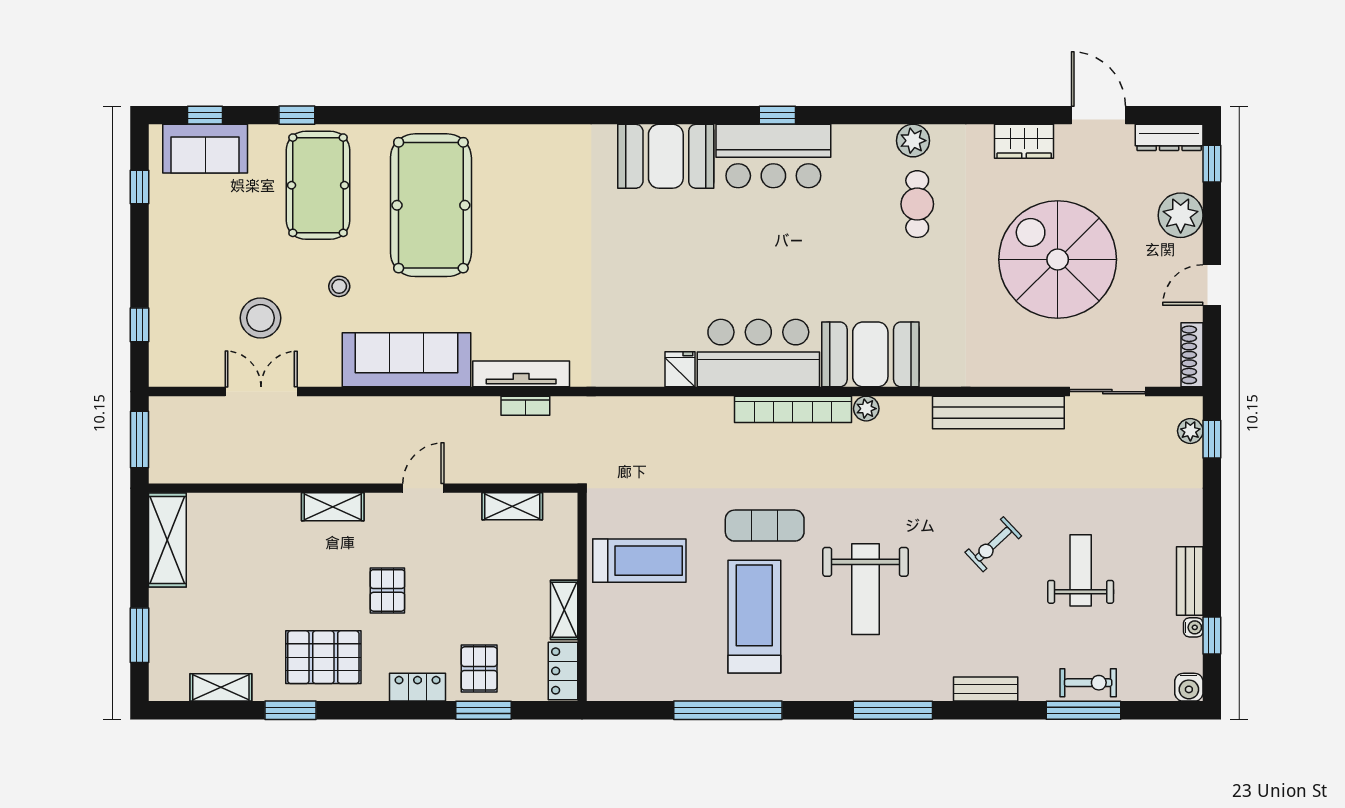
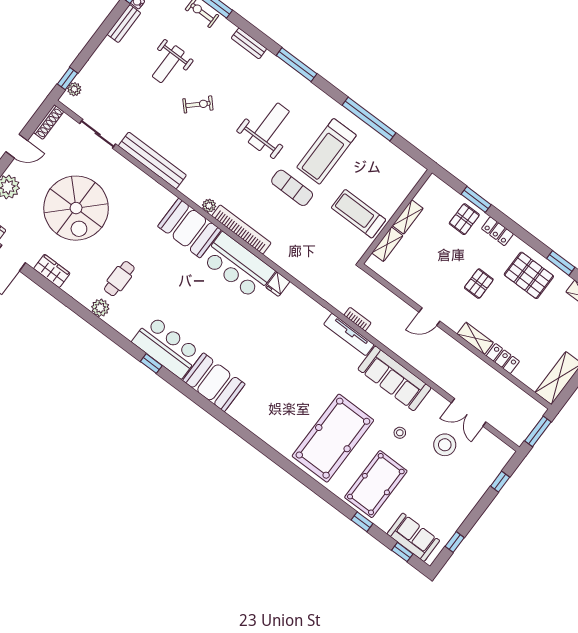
shelving: (512, 506) -> (387, 244), moved, turned 90
locker: (563, 671) -> (503, 359), moved, turned -90

